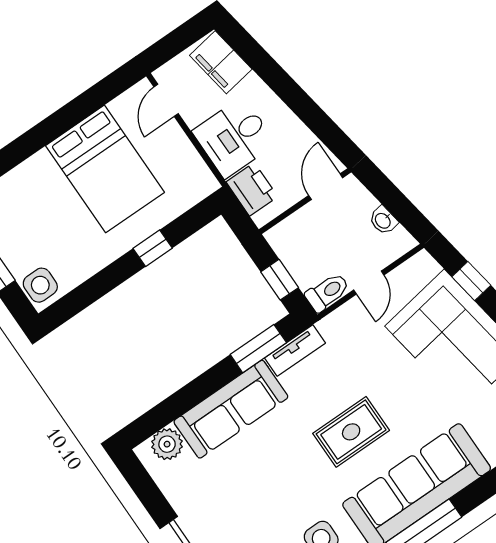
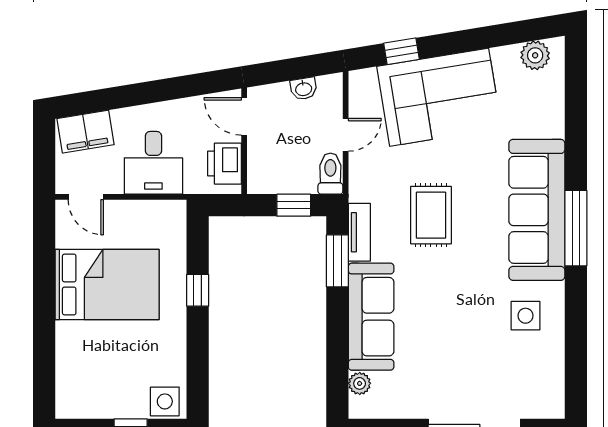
printer: (252, 189) -> (225, 164), moved, turned -90
door: (369, 282) -> (346, 135), hinge flipped
rug: (351, 432) -> (431, 215), moved
plant: (167, 444) -> (360, 383), width x0.73, depth x0.73

